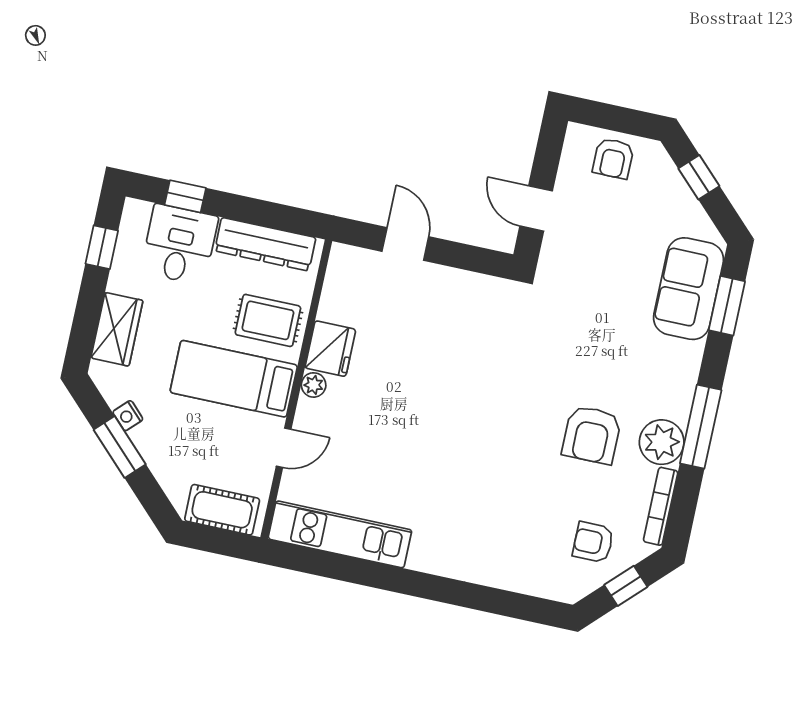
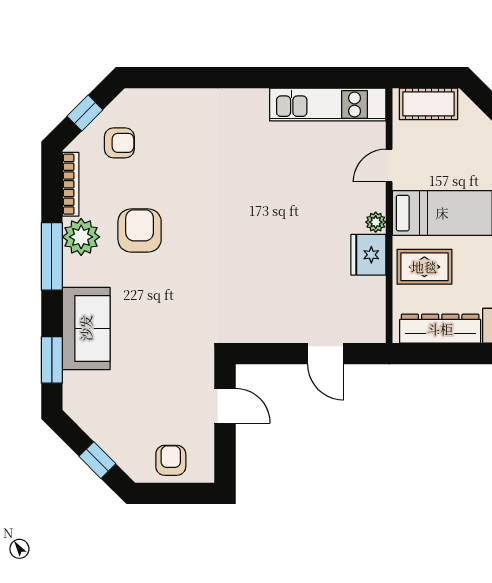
sofa: (689, 289) -> (86, 328), moved

